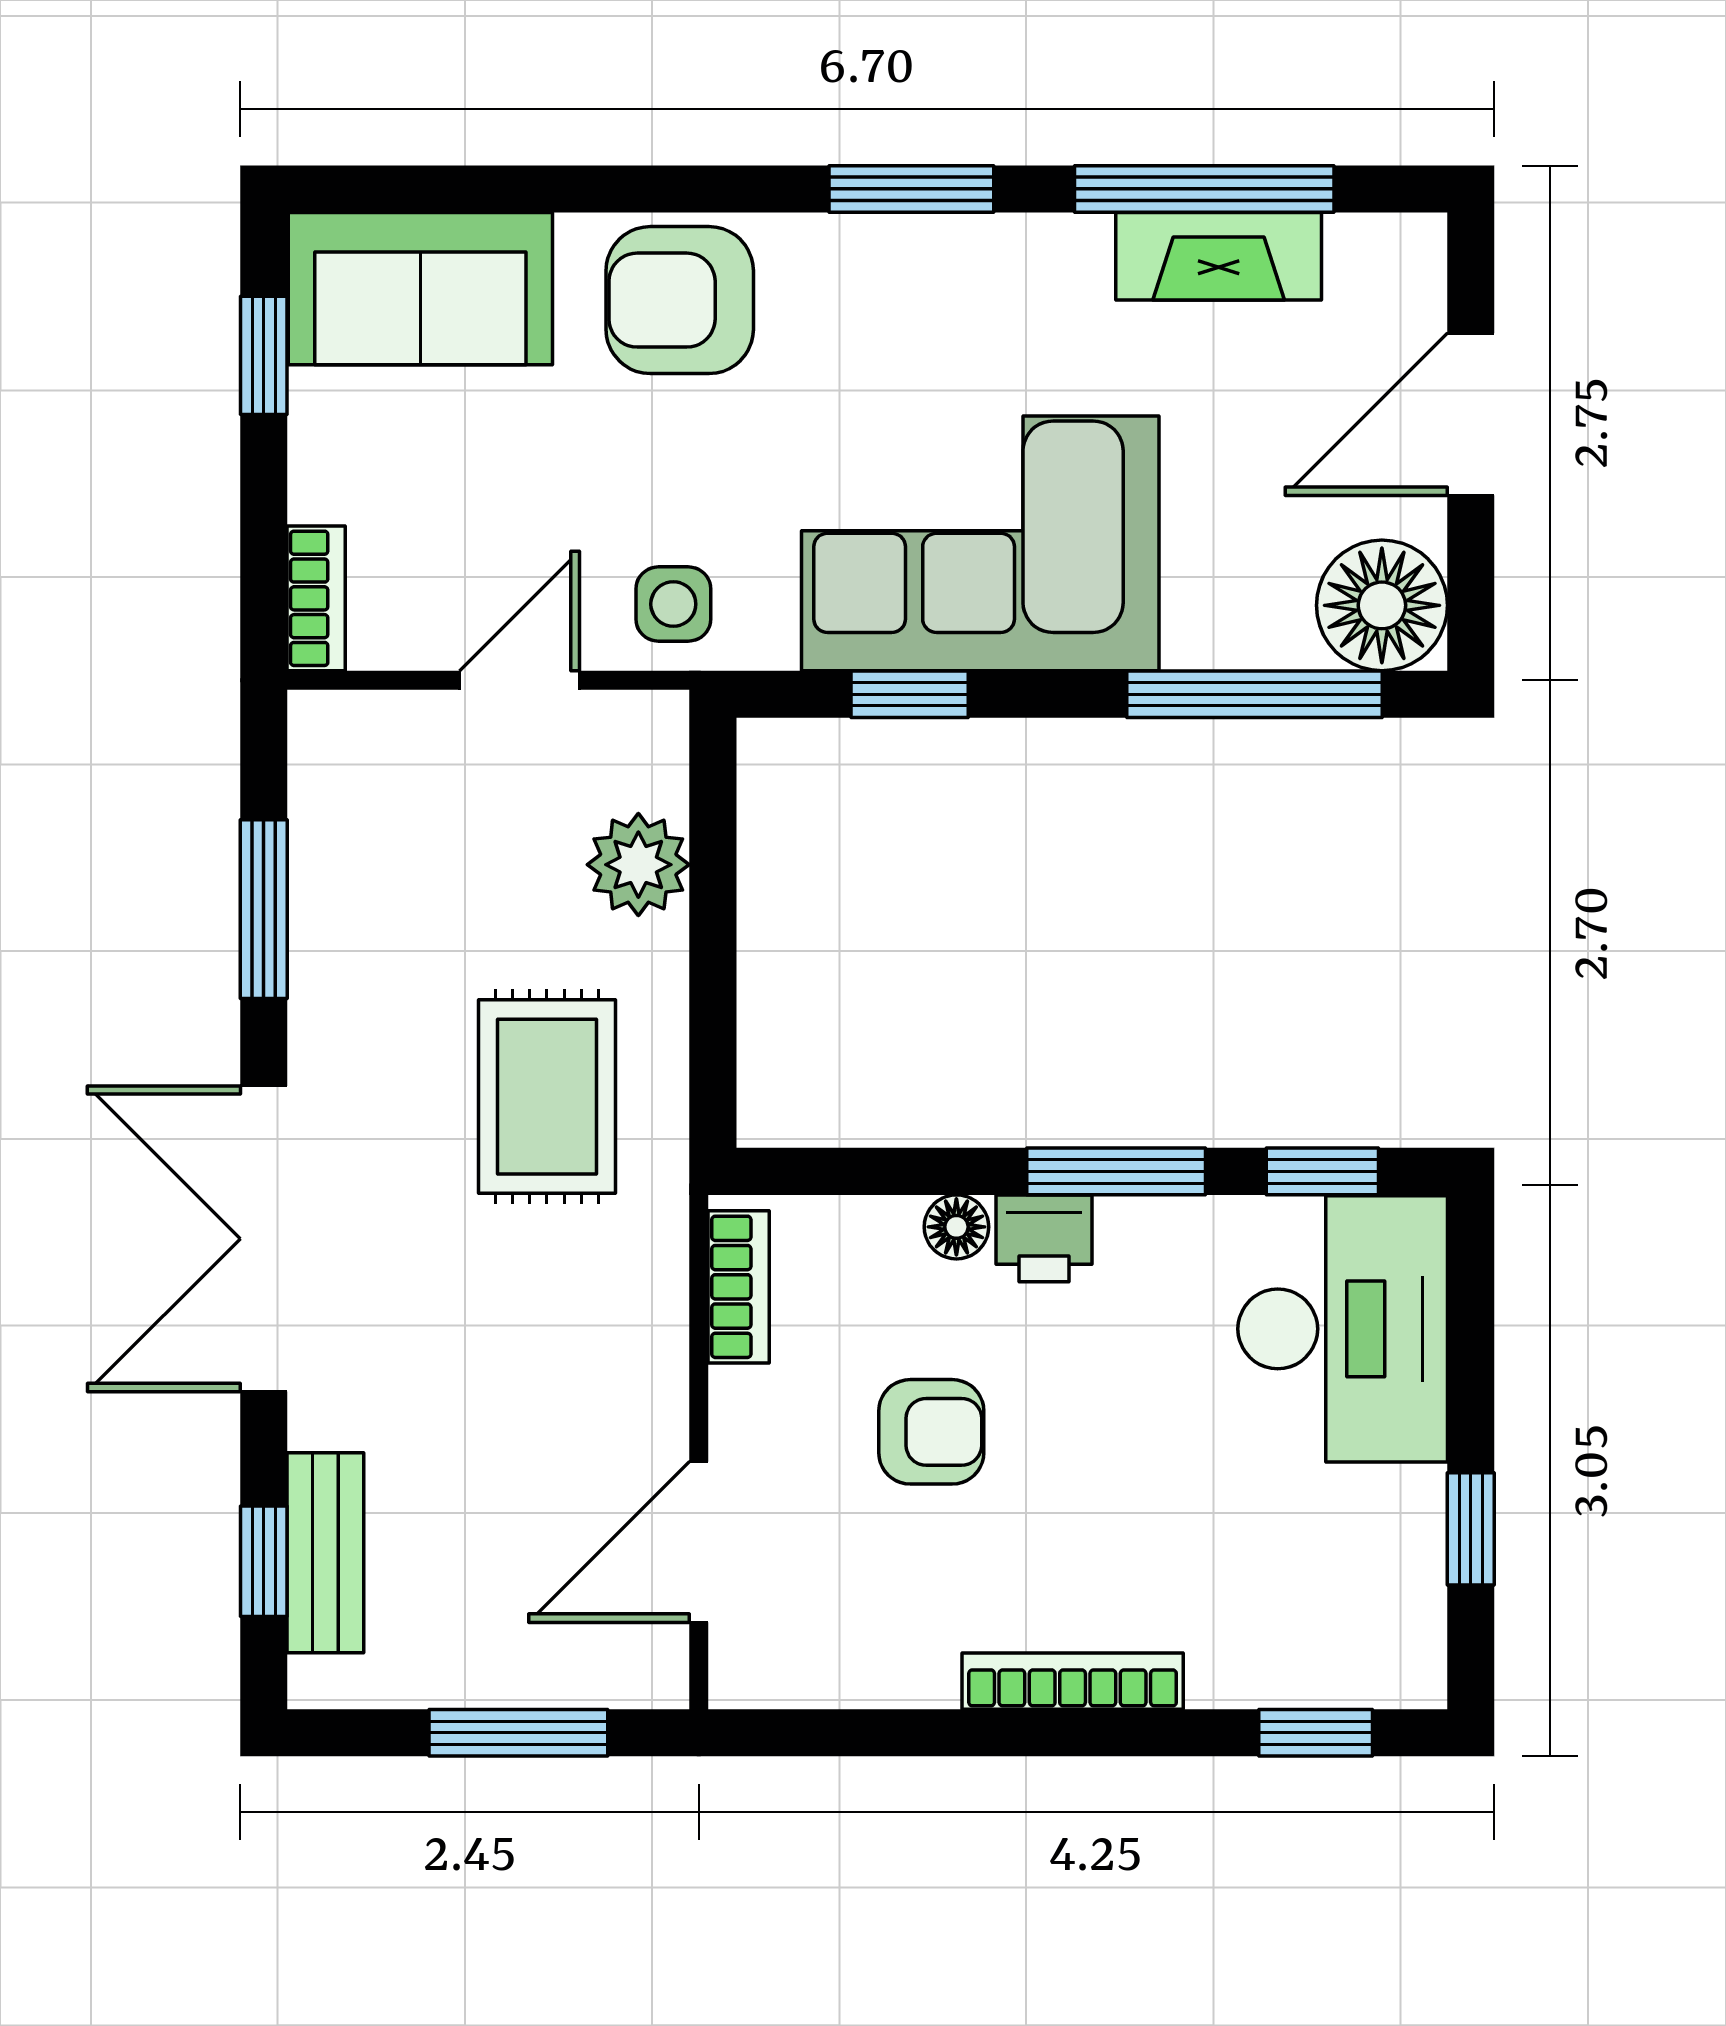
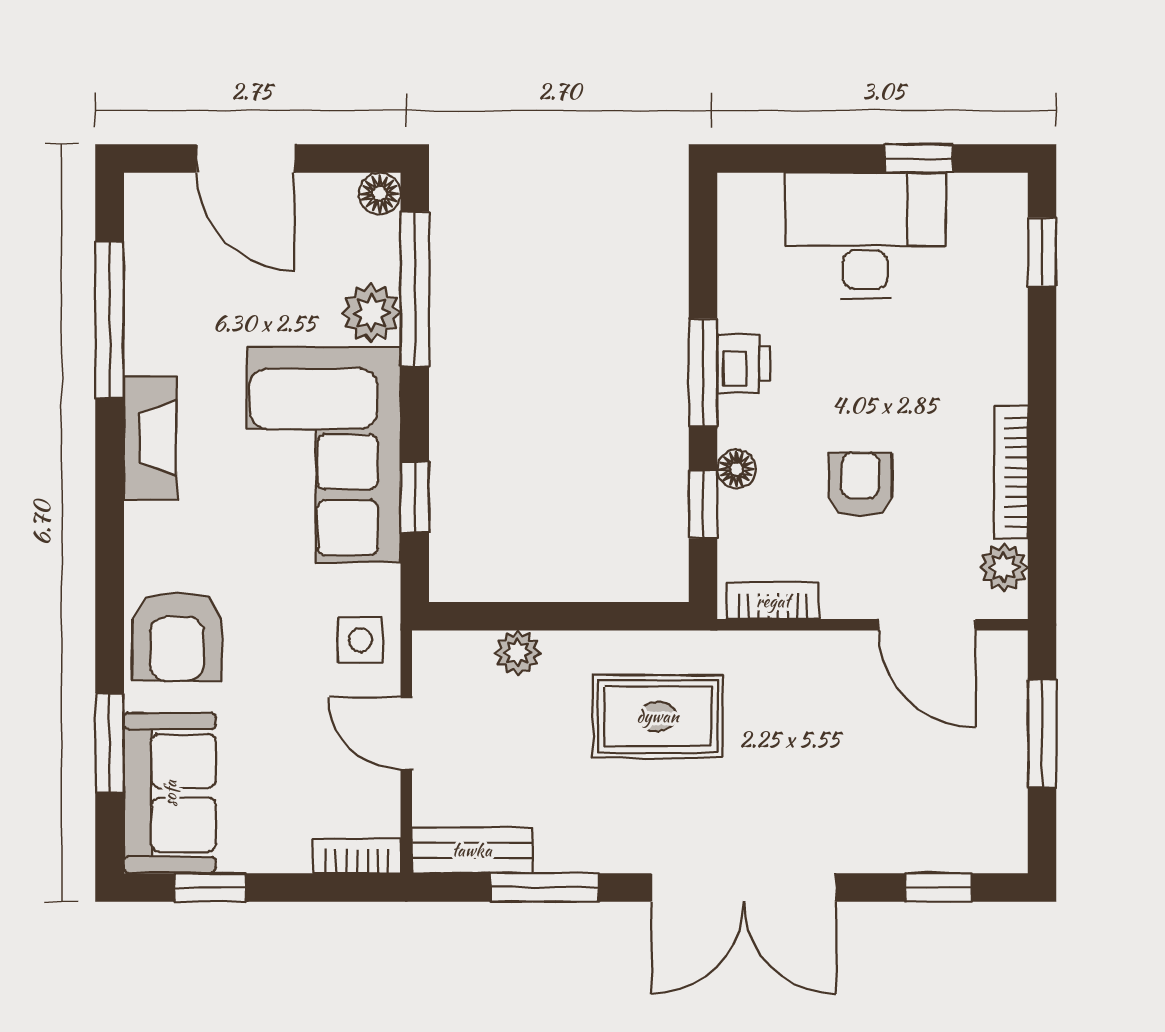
window: (911, 189) -> (110, 743), moved
fireplace: (1219, 256) -> (150, 438), moved
floor lamp: (1382, 605) -> (380, 194), width x0.53, depth x0.53
plant: (1215, 622) -> (371, 313), added
plant: (638, 865) -> (518, 653), width x0.73, depth x0.73
window: (1322, 1171) -> (703, 504), moved
printer: (1044, 1238) -> (743, 364), moved
desk: (1343, 1329) -> (865, 236), moved
bench: (325, 1553) -> (472, 850), moved
plant: (794, 1670) -> (1004, 567), added
bookcase: (1073, 1681) -> (1011, 472), moved

